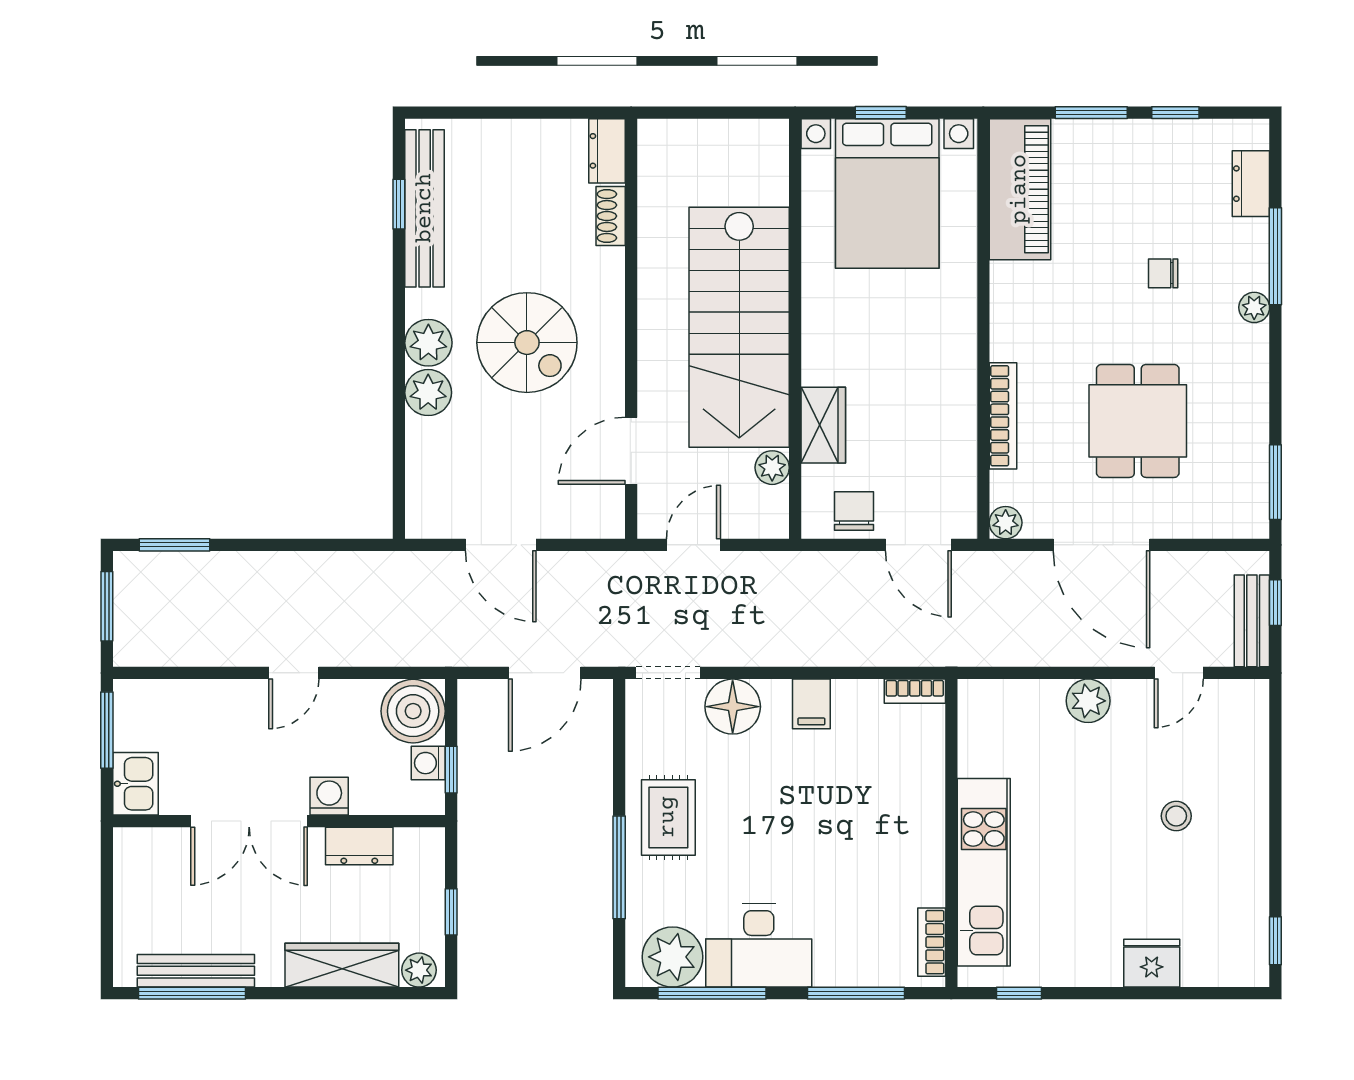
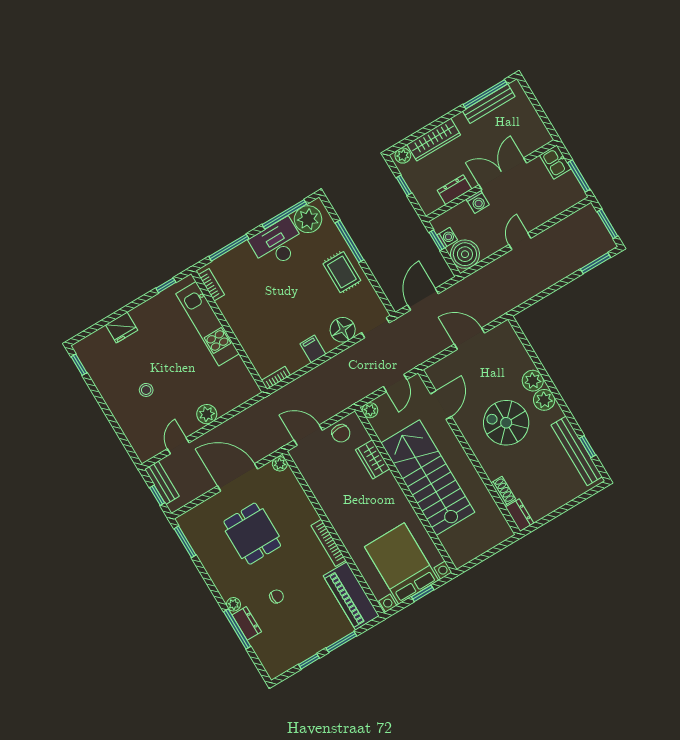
dresser: (1251, 184) -> (247, 623), moved
bookcase: (1003, 416) -> (328, 543), moved
plant: (772, 468) -> (370, 410), moved

